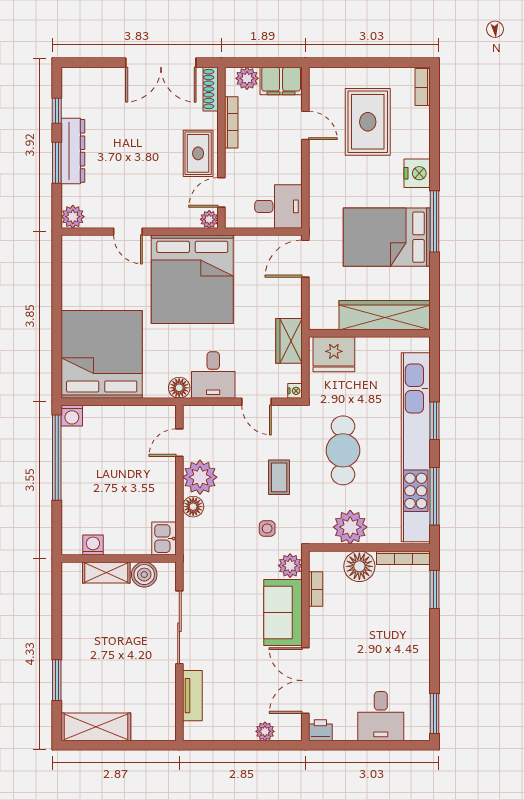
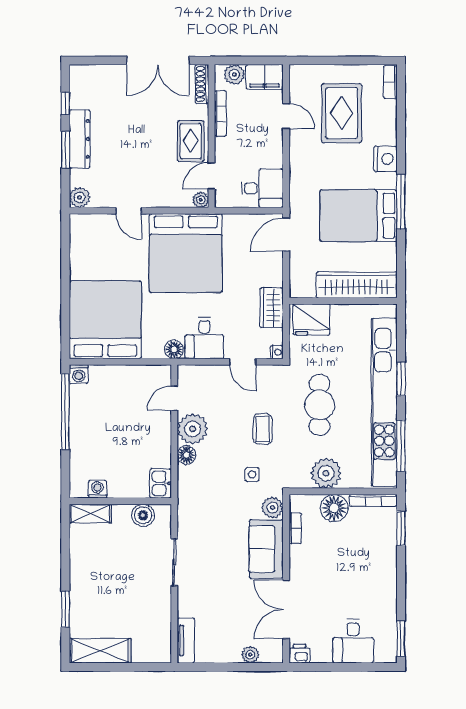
shelving: (106, 572) -> (90, 514), moved
sliding door: (179, 627) -> (174, 562), width x0.73
tv unit: (192, 696) -> (186, 641), moved

